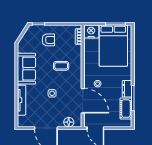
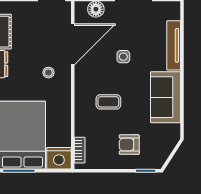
door: (83, 101) -> (73, 44), swing flipped

